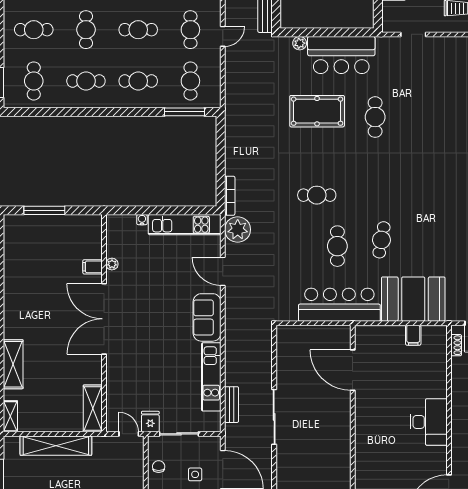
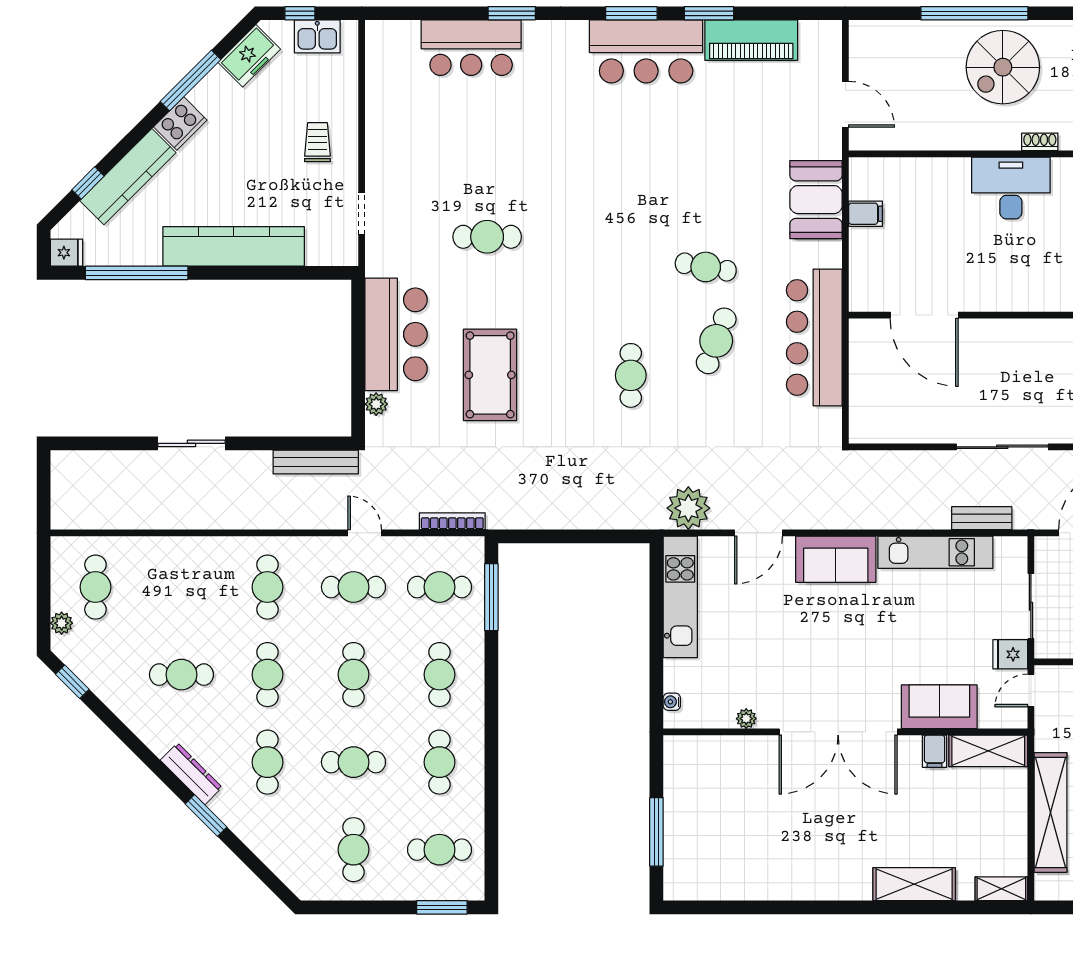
cafe table: (375, 117) -> (487, 237), moved
bookcase: (230, 196) -> (452, 521), moved
water cooler: (142, 220) -> (672, 702), moved
cafe table: (337, 246) -> (716, 341), turned -69
filing cabinet: (92, 267) -> (935, 751), moved
booth: (413, 299) -> (816, 200), width x0.73, depth x0.70
shoe rack: (456, 345) -> (1040, 142), moved
door: (353, 370) -> (924, 315), hinge flipped
sofa: (119, 379) -> (939, 707), added

